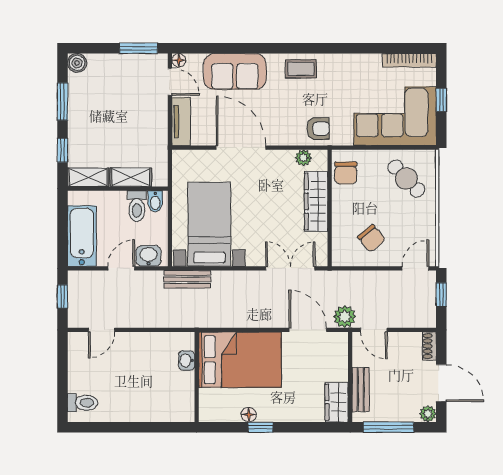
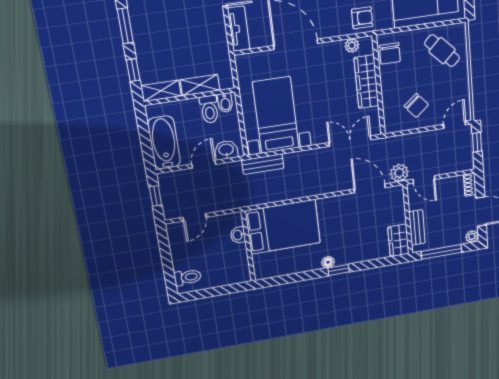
bed: (240, 360) -> (283, 227), moved
washbasin: (187, 361) -> (238, 235), moved
wall: (197, 377) -> (248, 246), moved

